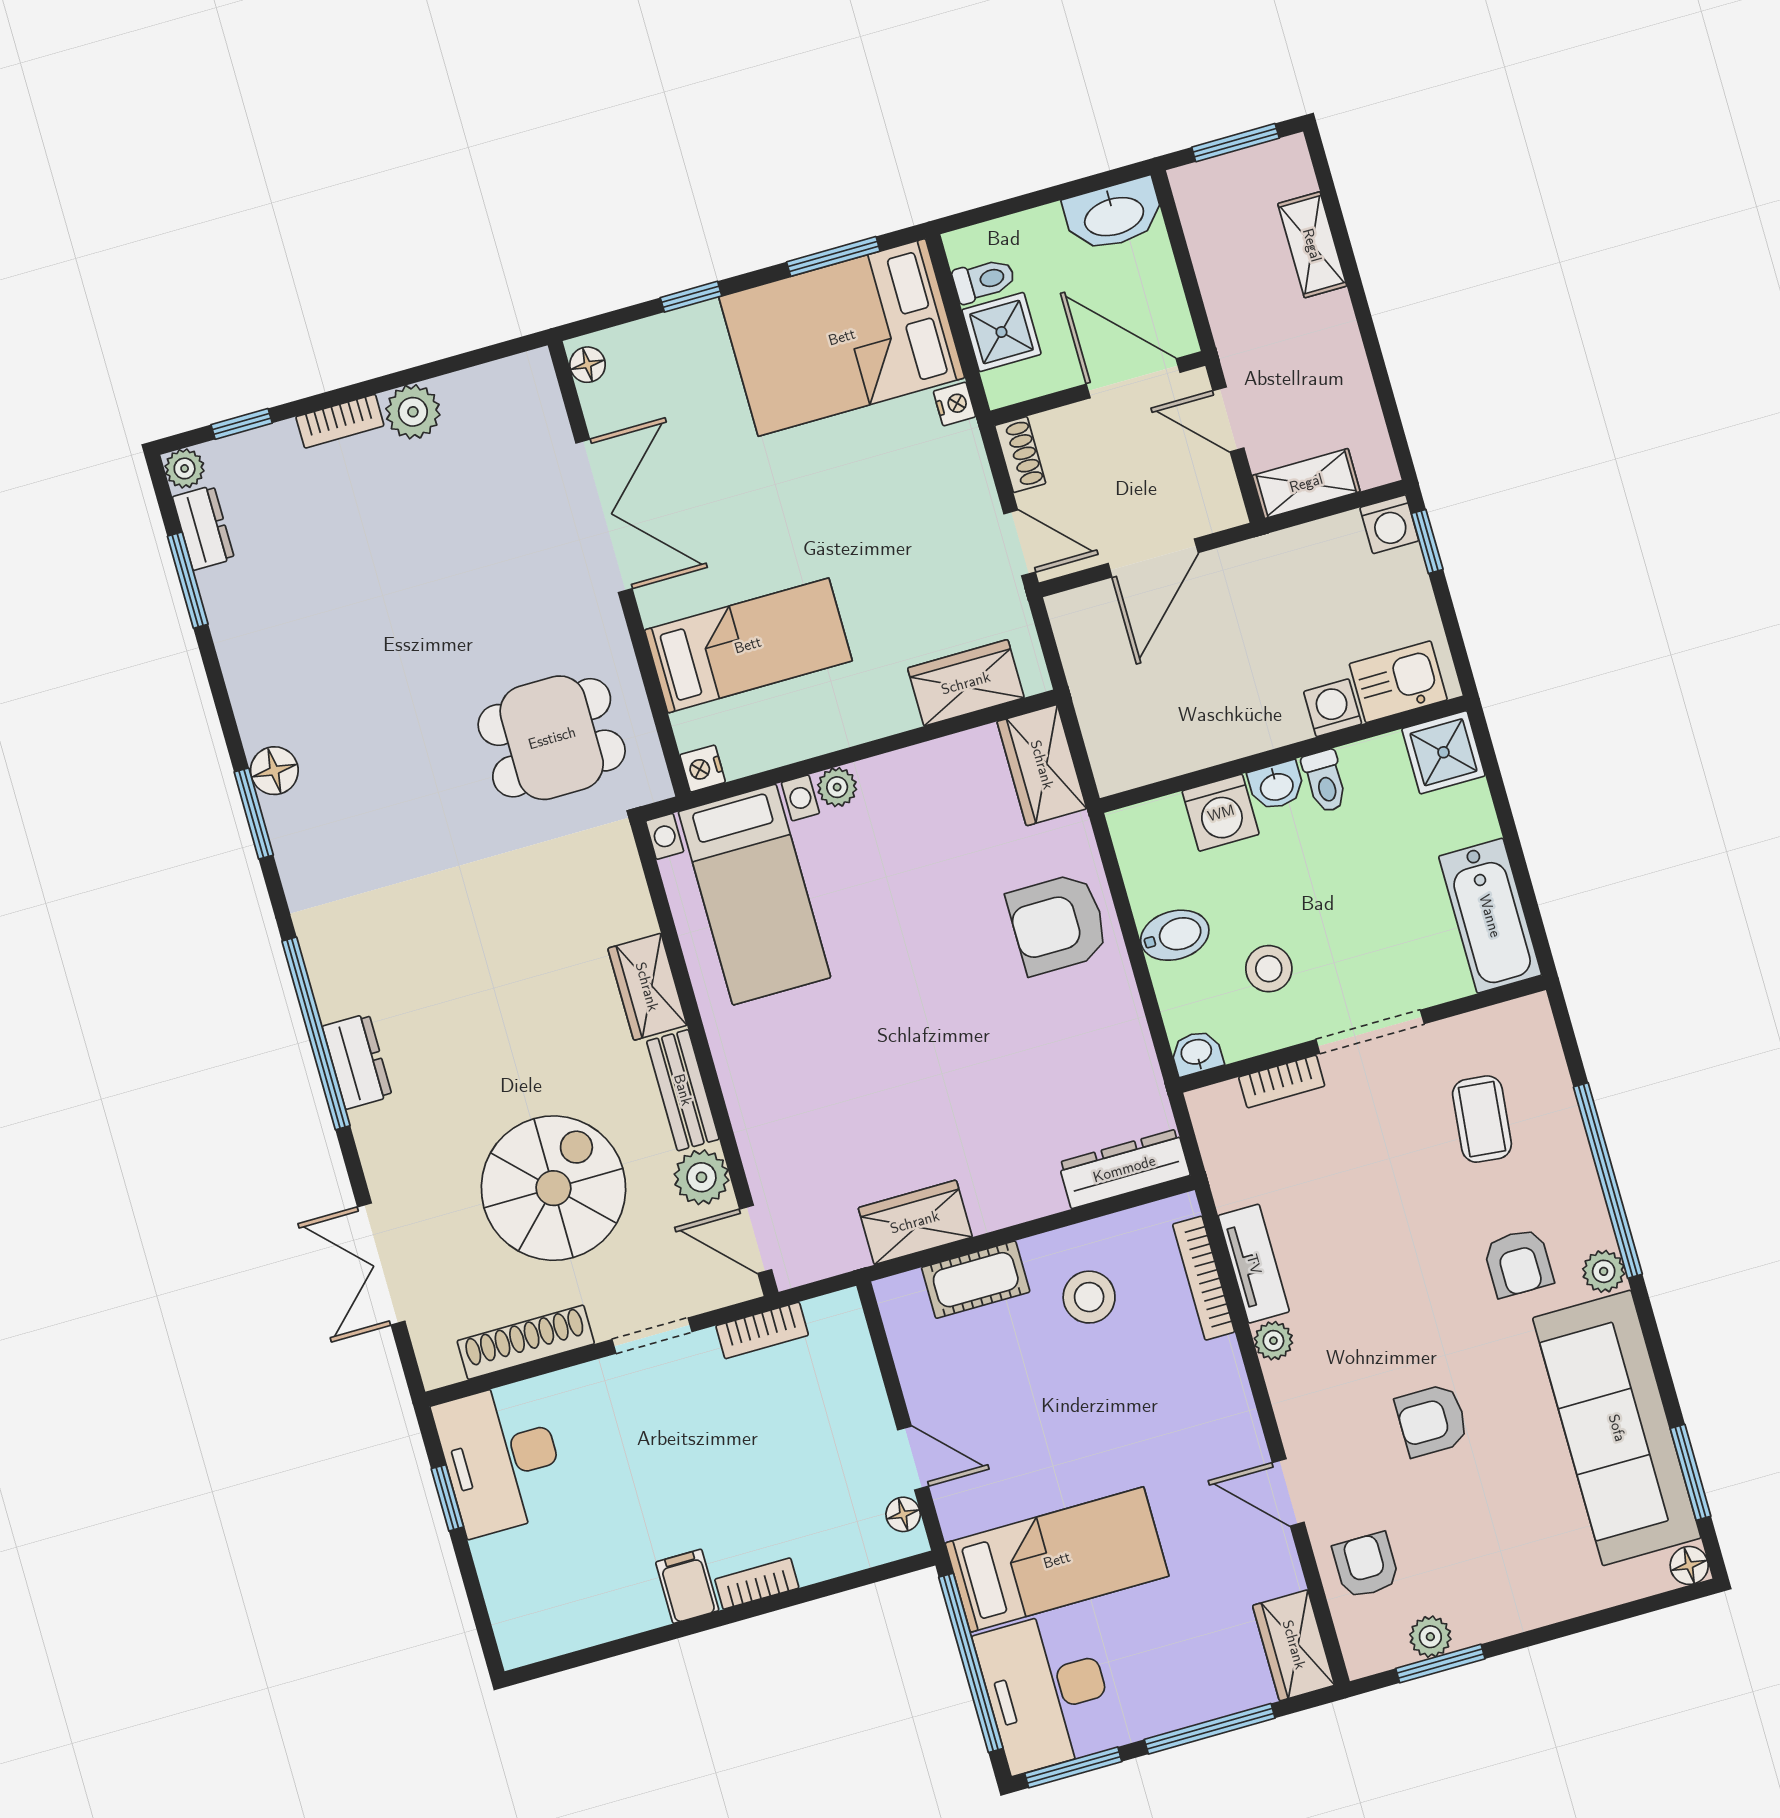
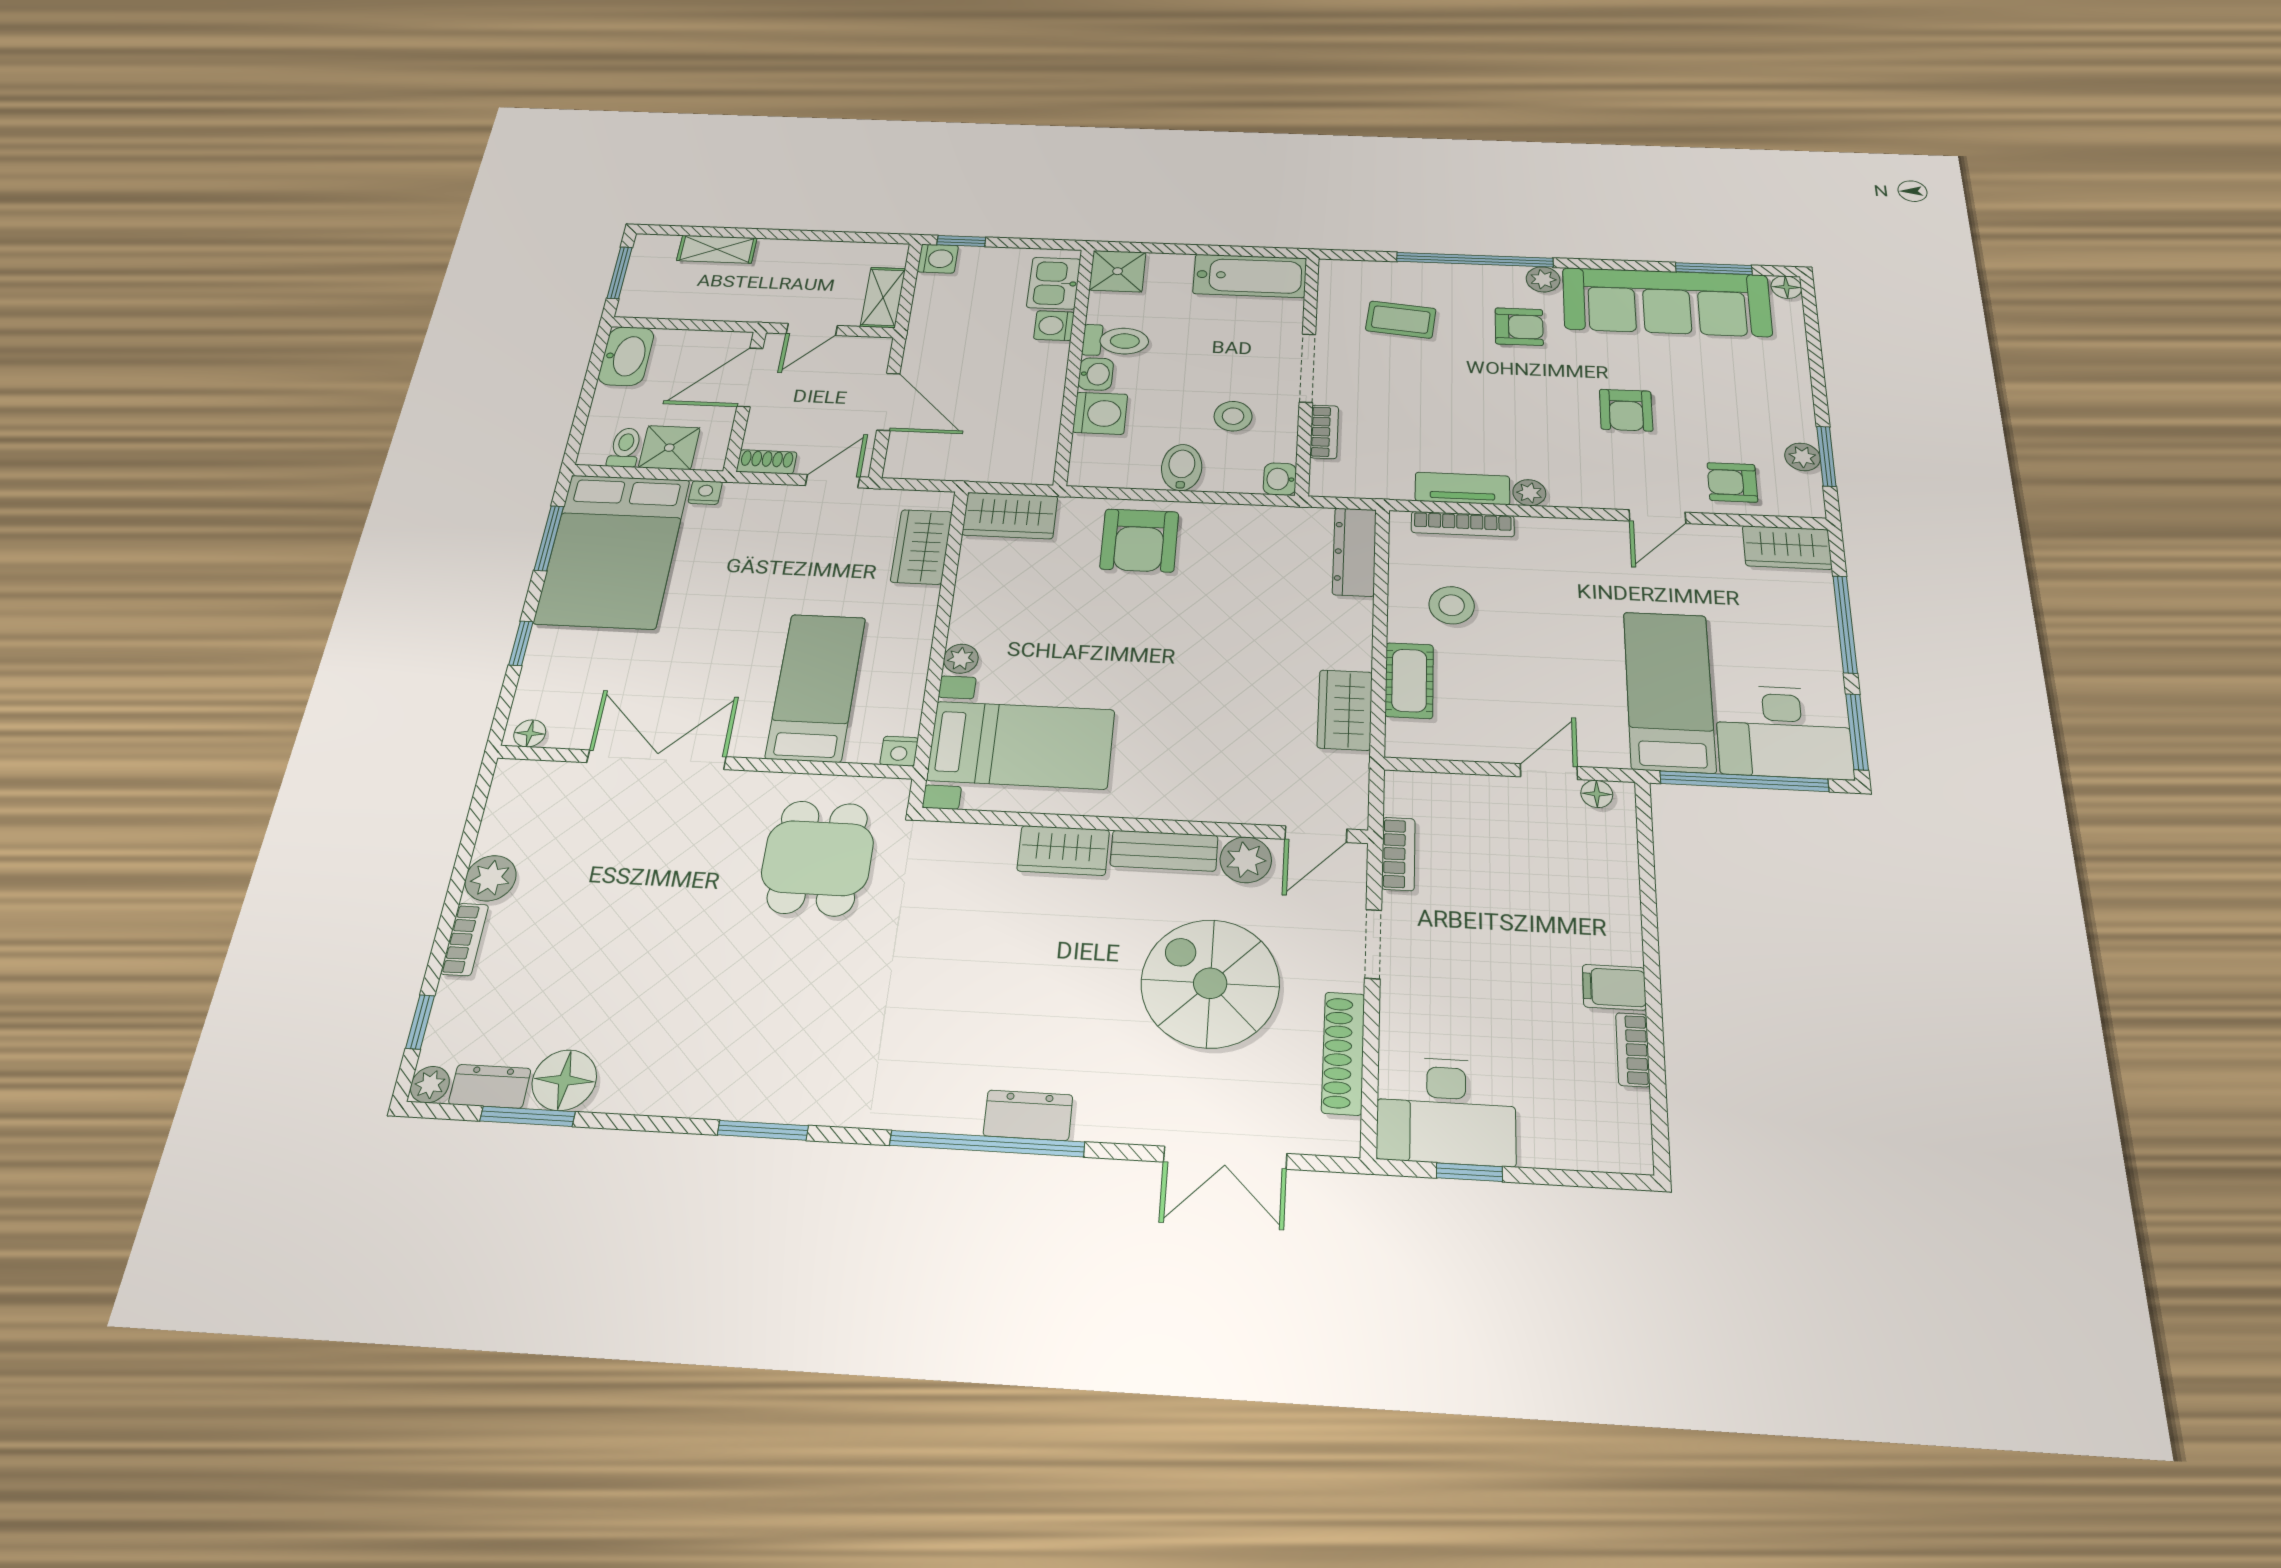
floor lamp: (274, 771) -> (564, 1080), moved, width x1.38, depth x1.38
toilet: (1325, 781) -> (1116, 341), width x1.37, depth x1.39
bookcase: (757, 1584) -> (1633, 1050), moved

